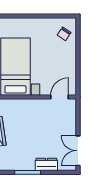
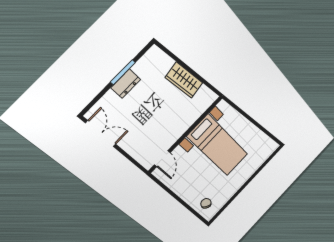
dresser: (46, 164) -> (126, 84), moved

